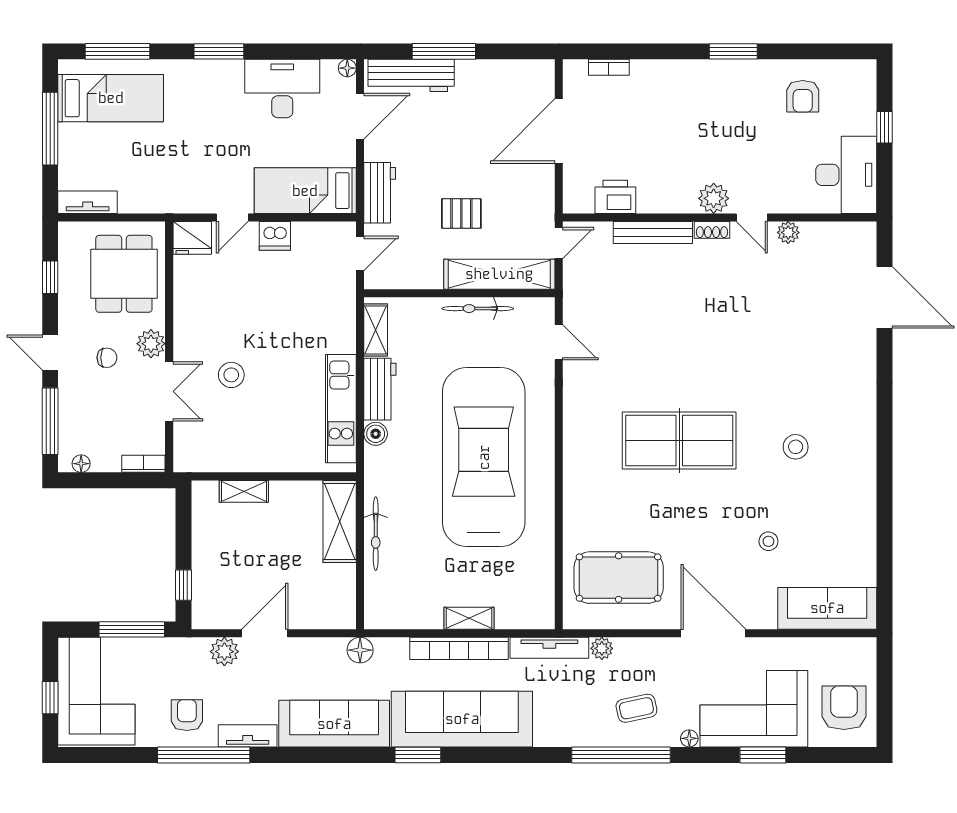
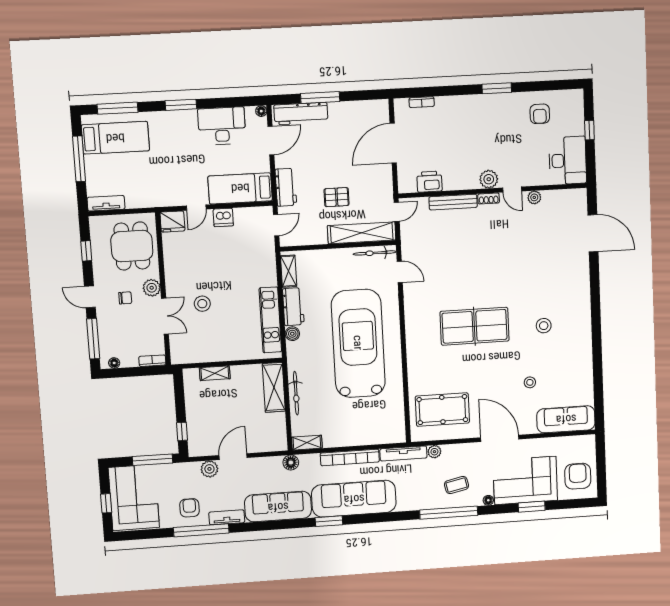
bicycle: (478, 309) -> (375, 253), moved
shelving: (469, 618) -> (307, 443), moved

